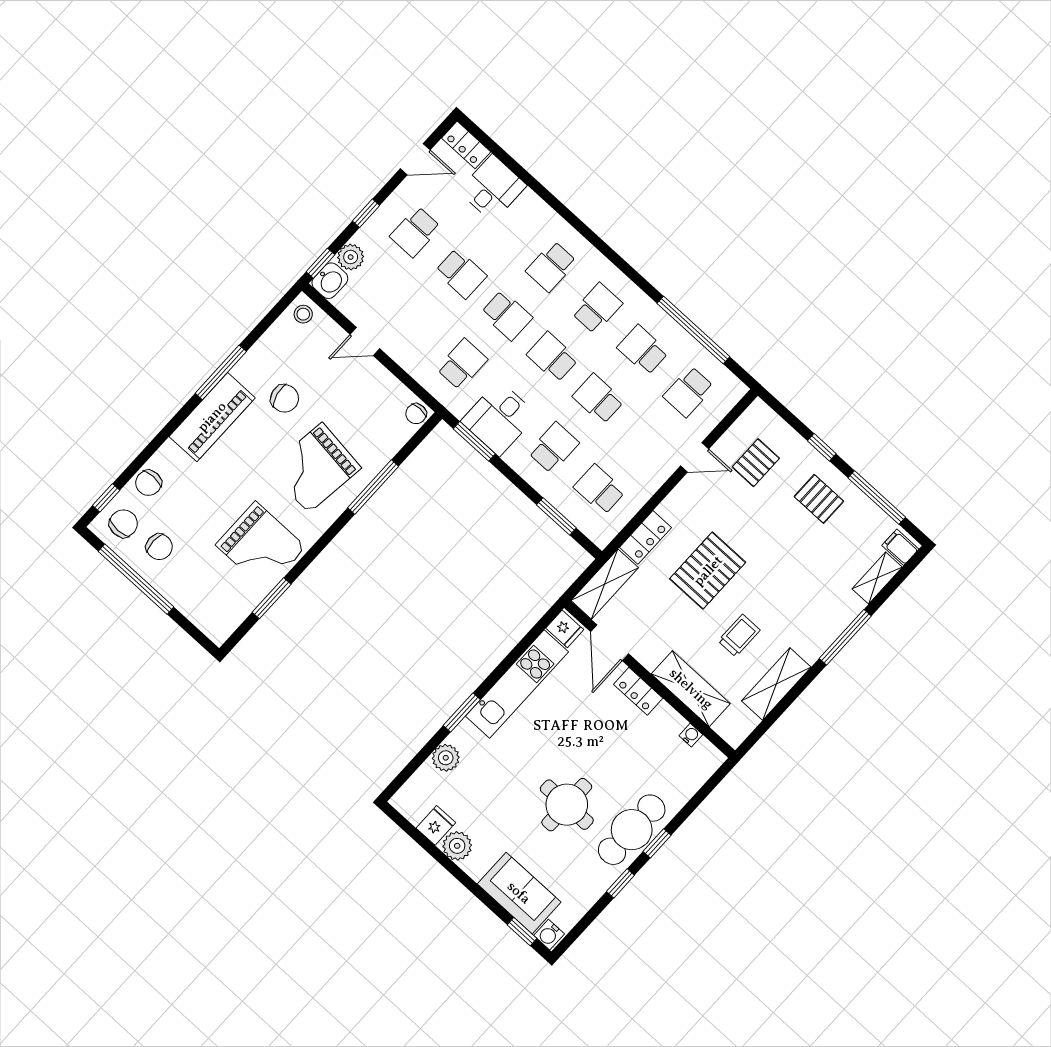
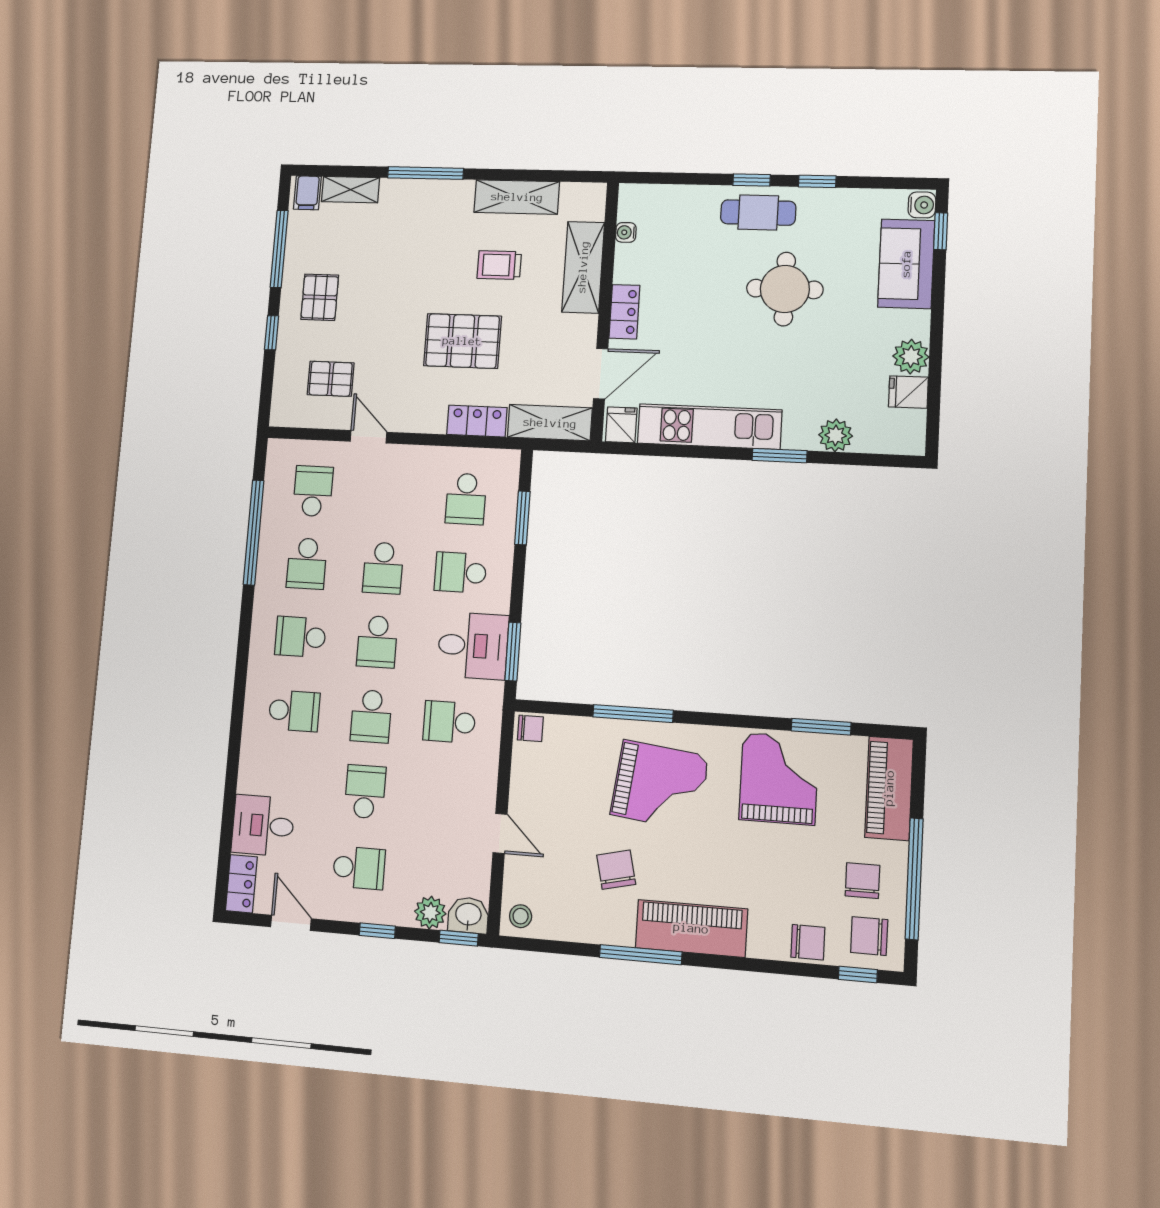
school desk: (507, 315) -> (371, 716), turned 180
school desk: (689, 392) -> (313, 491), turned -90
piano: (202, 609) -> (889, 788), added
cafe table: (632, 830) -> (758, 213), width x0.73, depth x0.74

